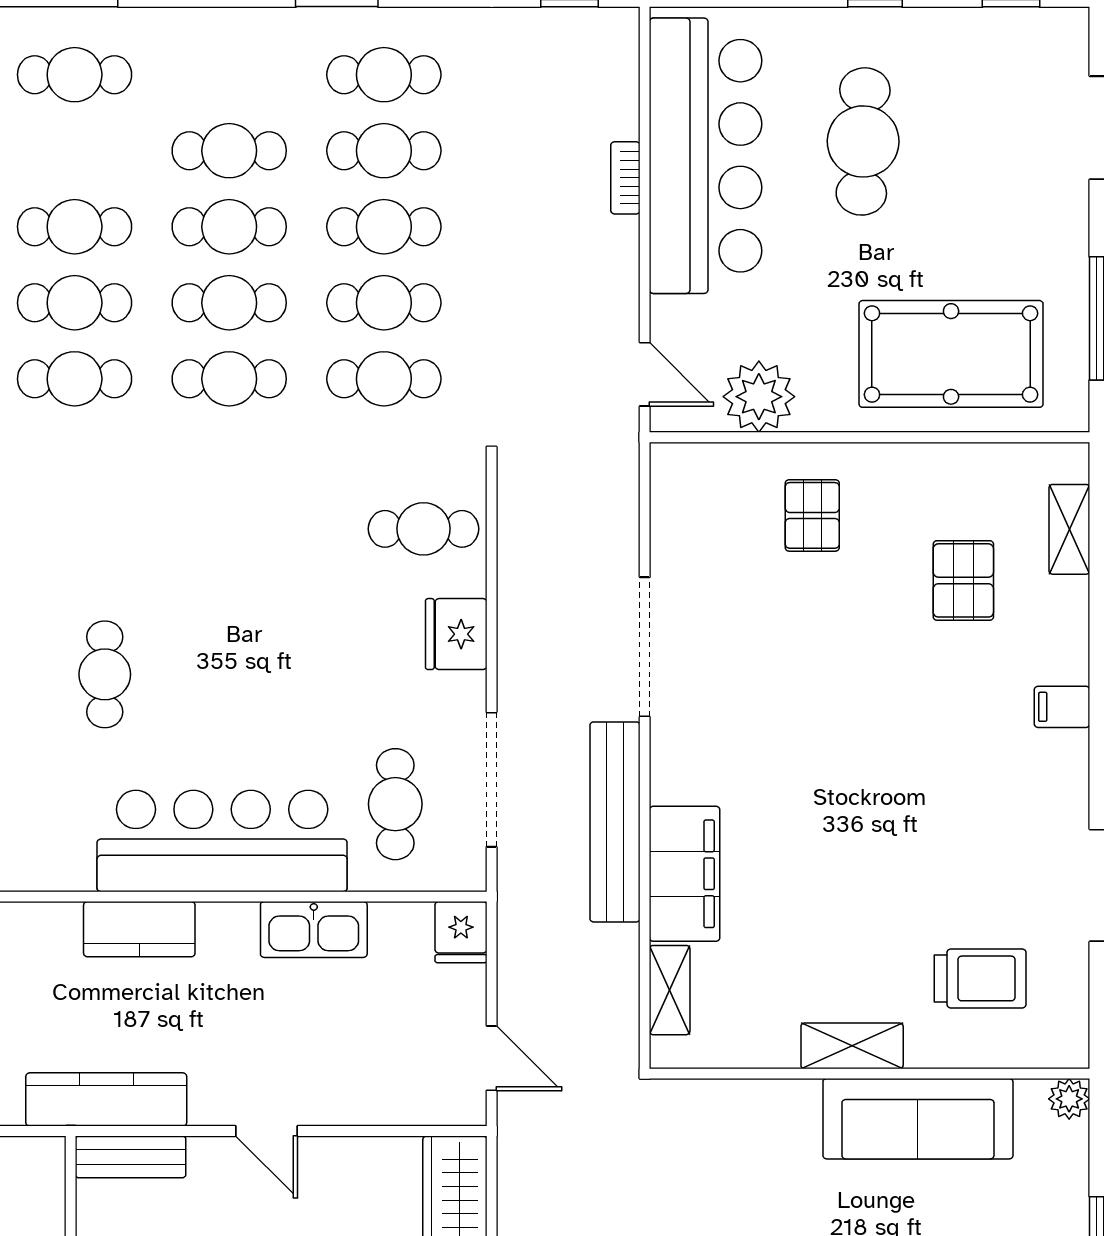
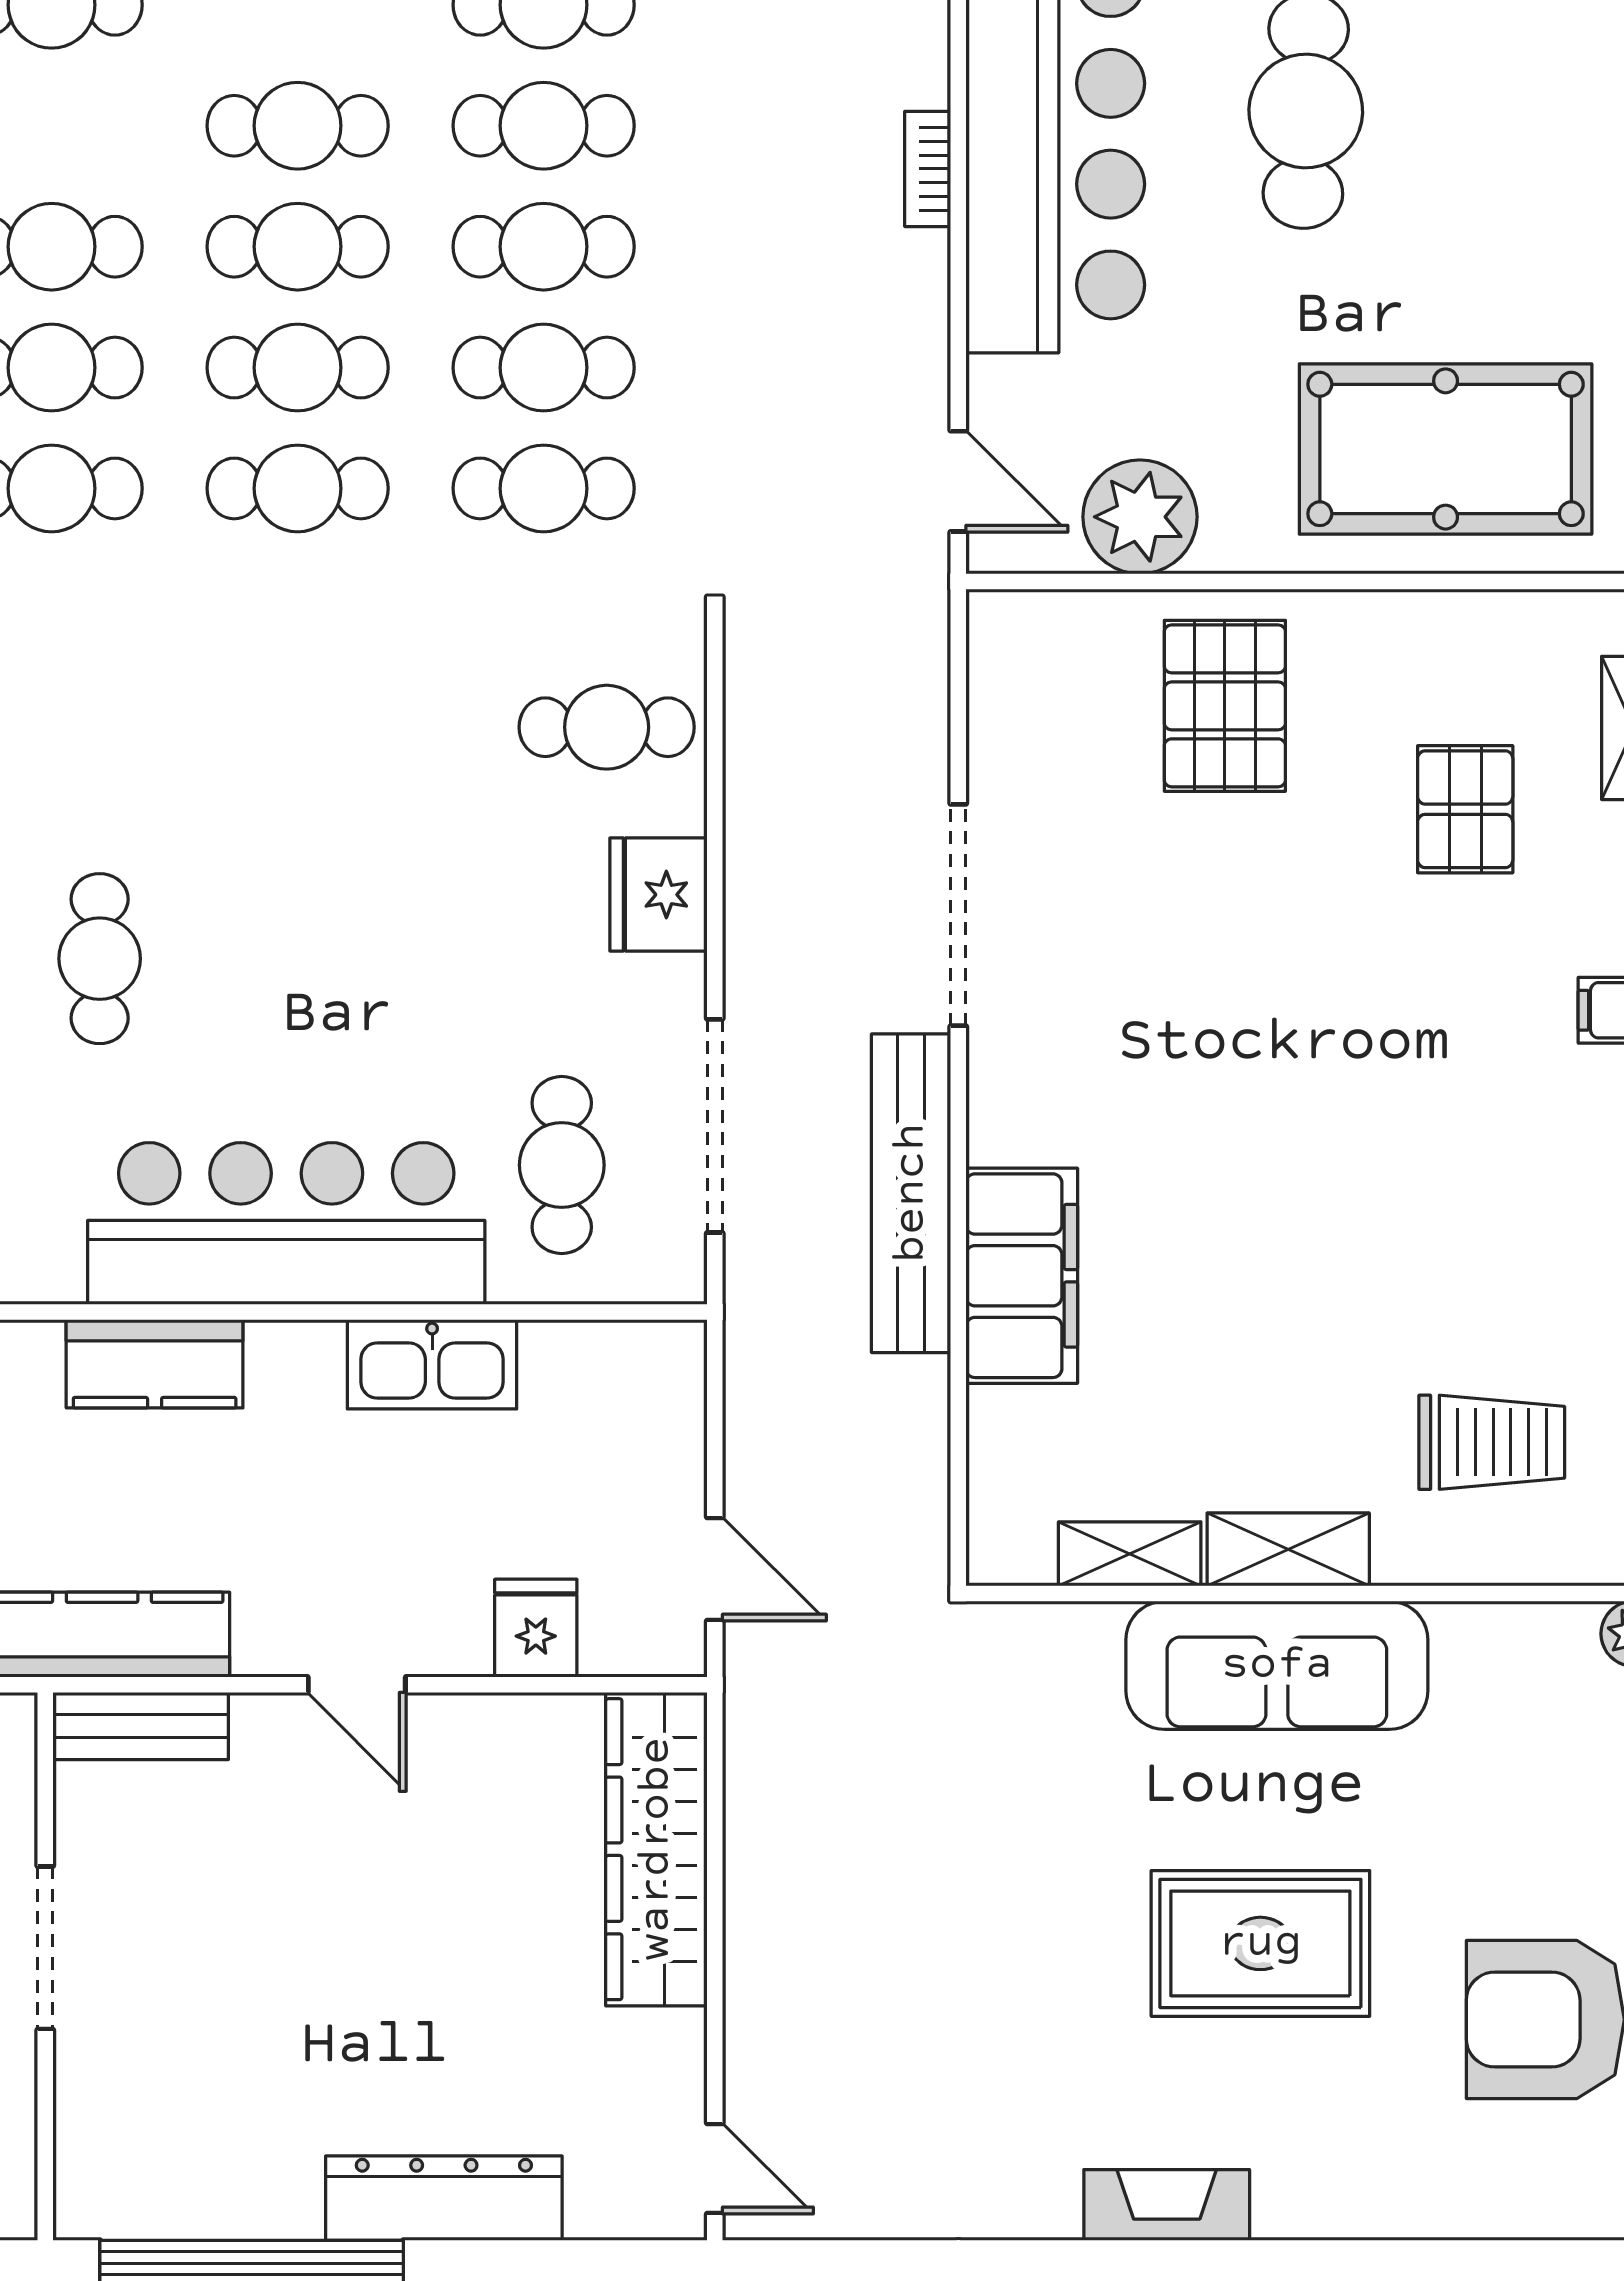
pallet: (812, 515) -> (1225, 706), width x1.50, depth x1.42
fridge: (461, 932) -> (536, 1628), moved, turned 180
shelving: (670, 990) -> (1130, 1554), moved, turned 90
sofa: (918, 1119) -> (1277, 1665), moved

